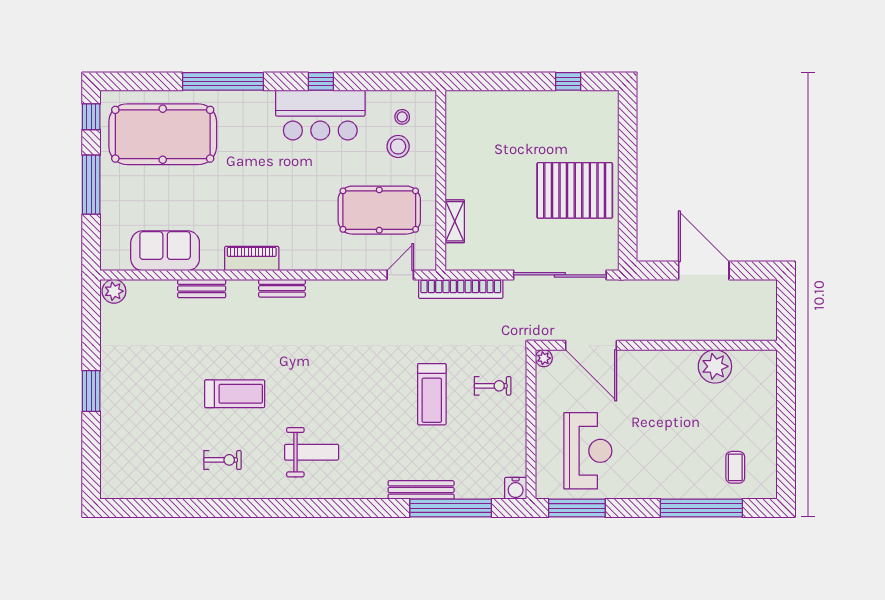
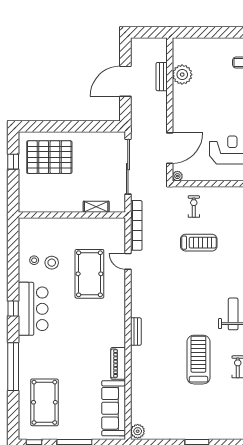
pool table: (163, 134) -> (44, 402), width x0.73, depth x0.76
wall: (441, 180) -> (72, 215), moved
pallet: (575, 190) -> (49, 157), moved, turned 90
shelving: (455, 221) -> (96, 207), moved
sofa: (165, 251) -> (114, 408), width x1.36
piano: (252, 258) -> (118, 363), moved
bench: (202, 289) -> (162, 77), moved
treadmill: (235, 394) -> (198, 360), width x1.37, depth x1.38

